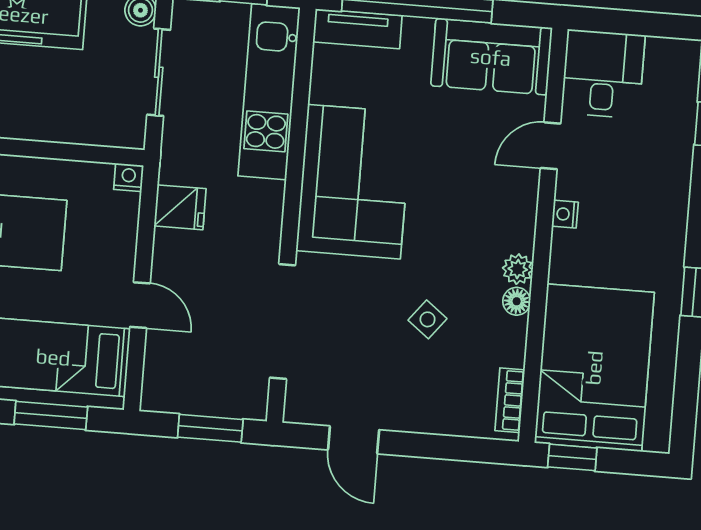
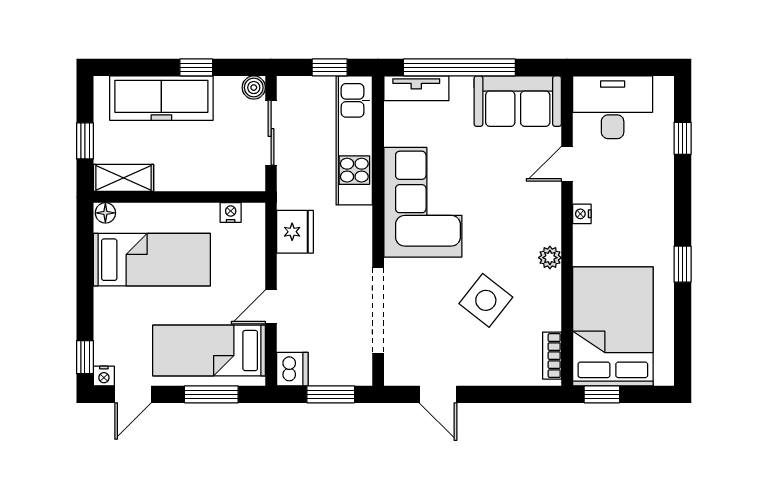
desk: (603, 74) -> (613, 107), width x1.37
nightstand: (129, 177) -> (231, 213), moved
fridge: (180, 207) -> (295, 232), width x1.38
floor lamp: (517, 301) -> (551, 282), removed
door: (140, 305) -> (271, 307), swing flipped
side table: (428, 319) -> (486, 300), width x1.87, depth x1.87
dishwasher: (162, 391) -> (292, 369), added

